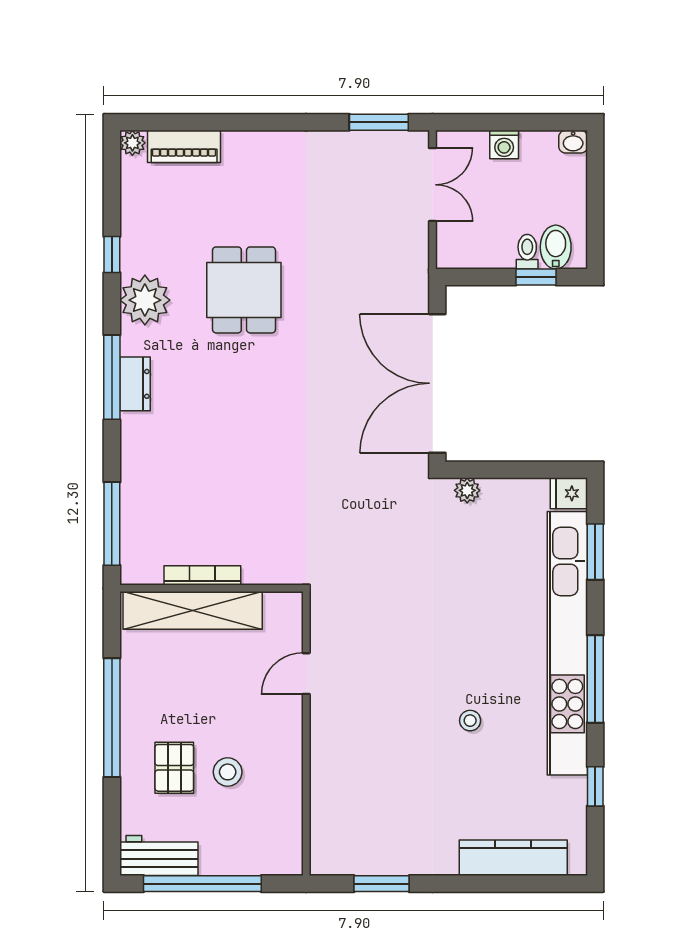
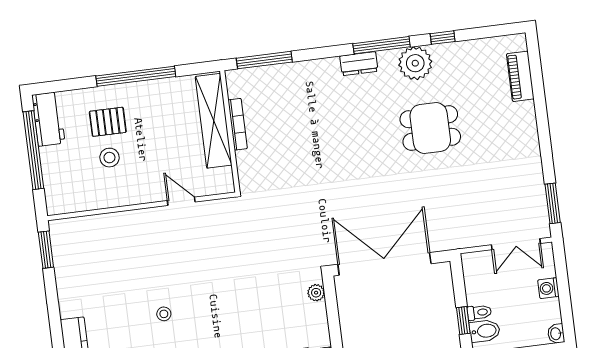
plant: (132, 143) -> (518, 42), removed
window: (112, 377) -> (382, 45), moved
window: (382, 884) -> (46, 250), moved

